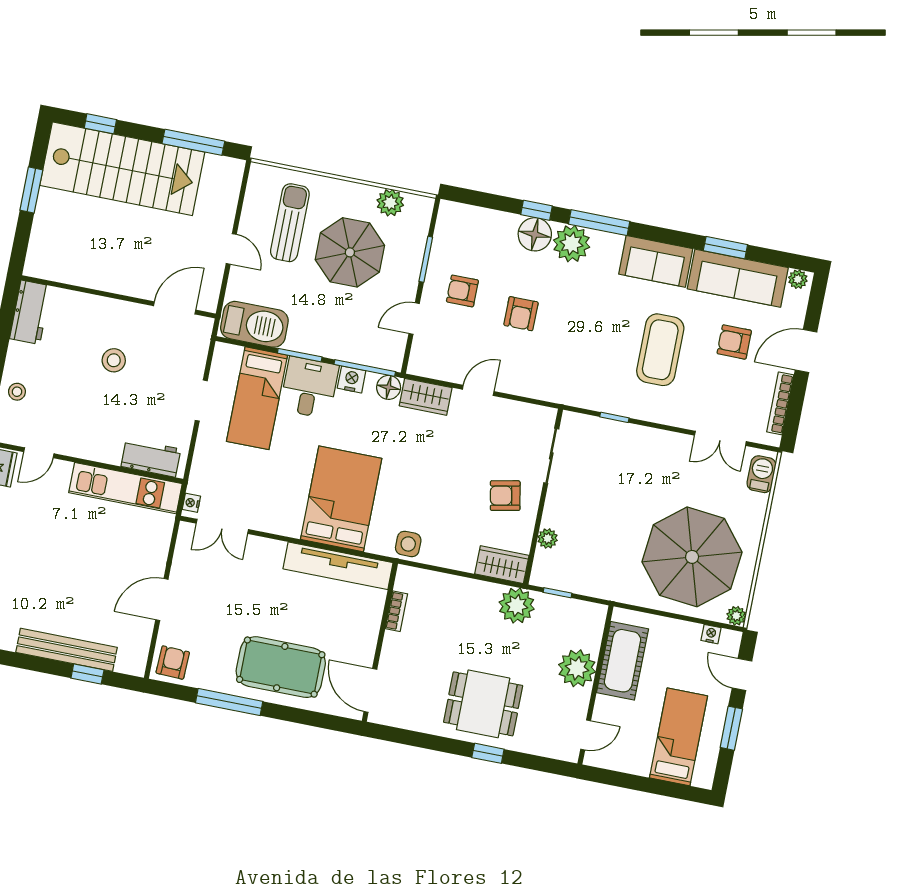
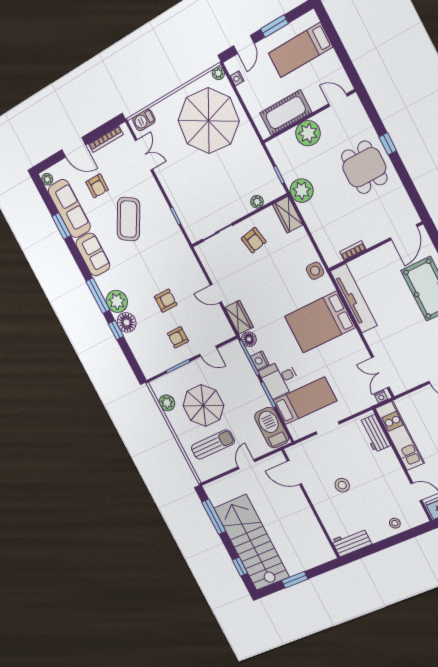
sun lounger: (290, 223) -> (213, 444), turned 180
armchair: (462, 291) -> (178, 337), turned 90
coffee table: (660, 350) -> (128, 219), turned -59
double door: (222, 526) -> (380, 372), swing flipped

